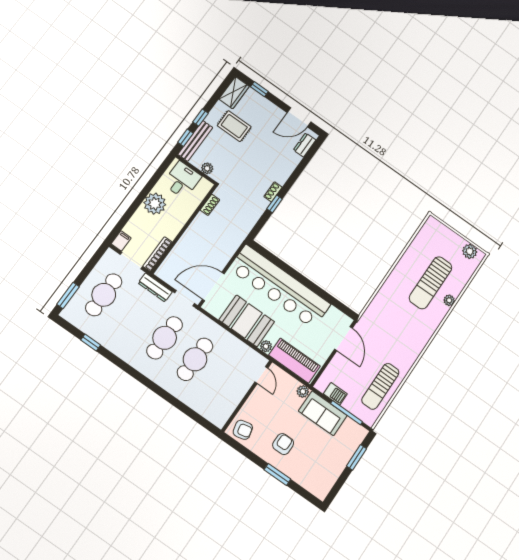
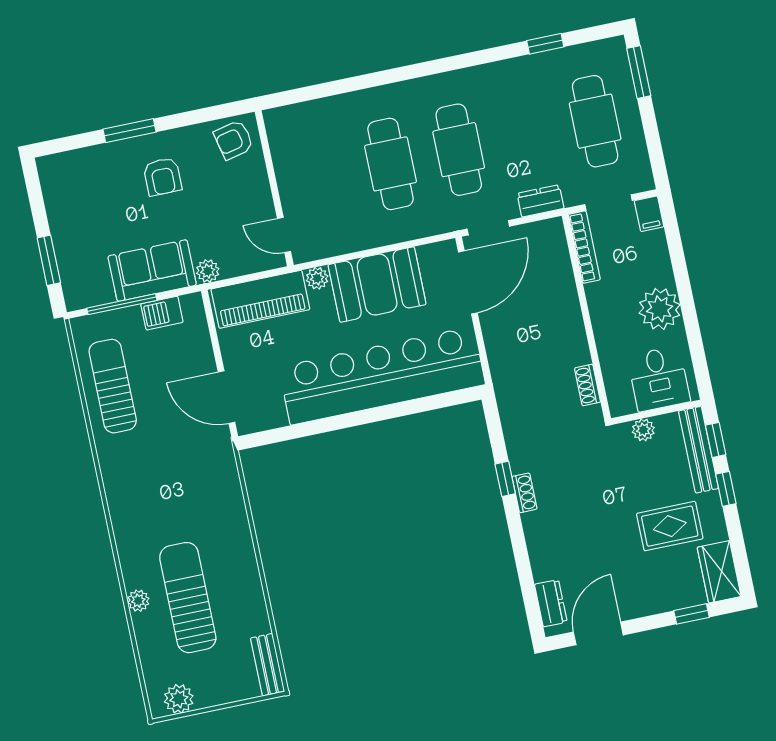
bench: (426, 230) -> (267, 665), added
dresser: (155, 287) -> (541, 201), width x0.70

